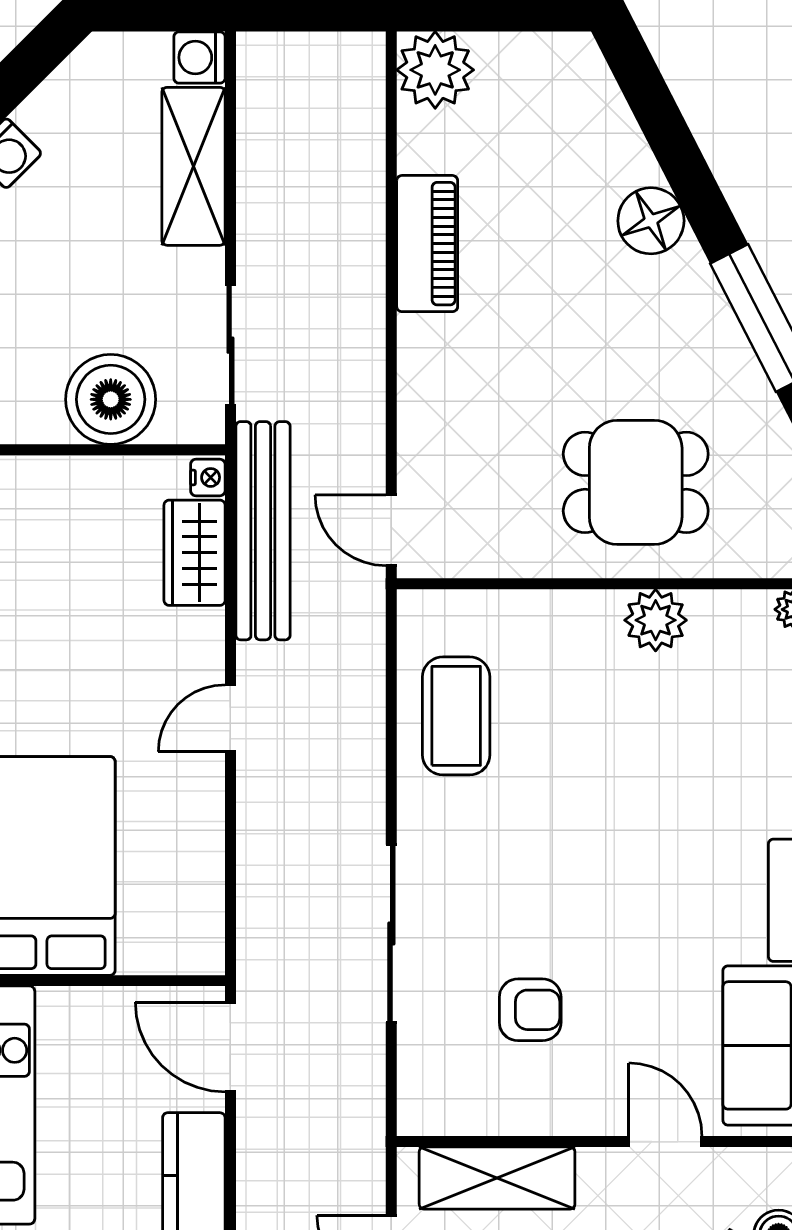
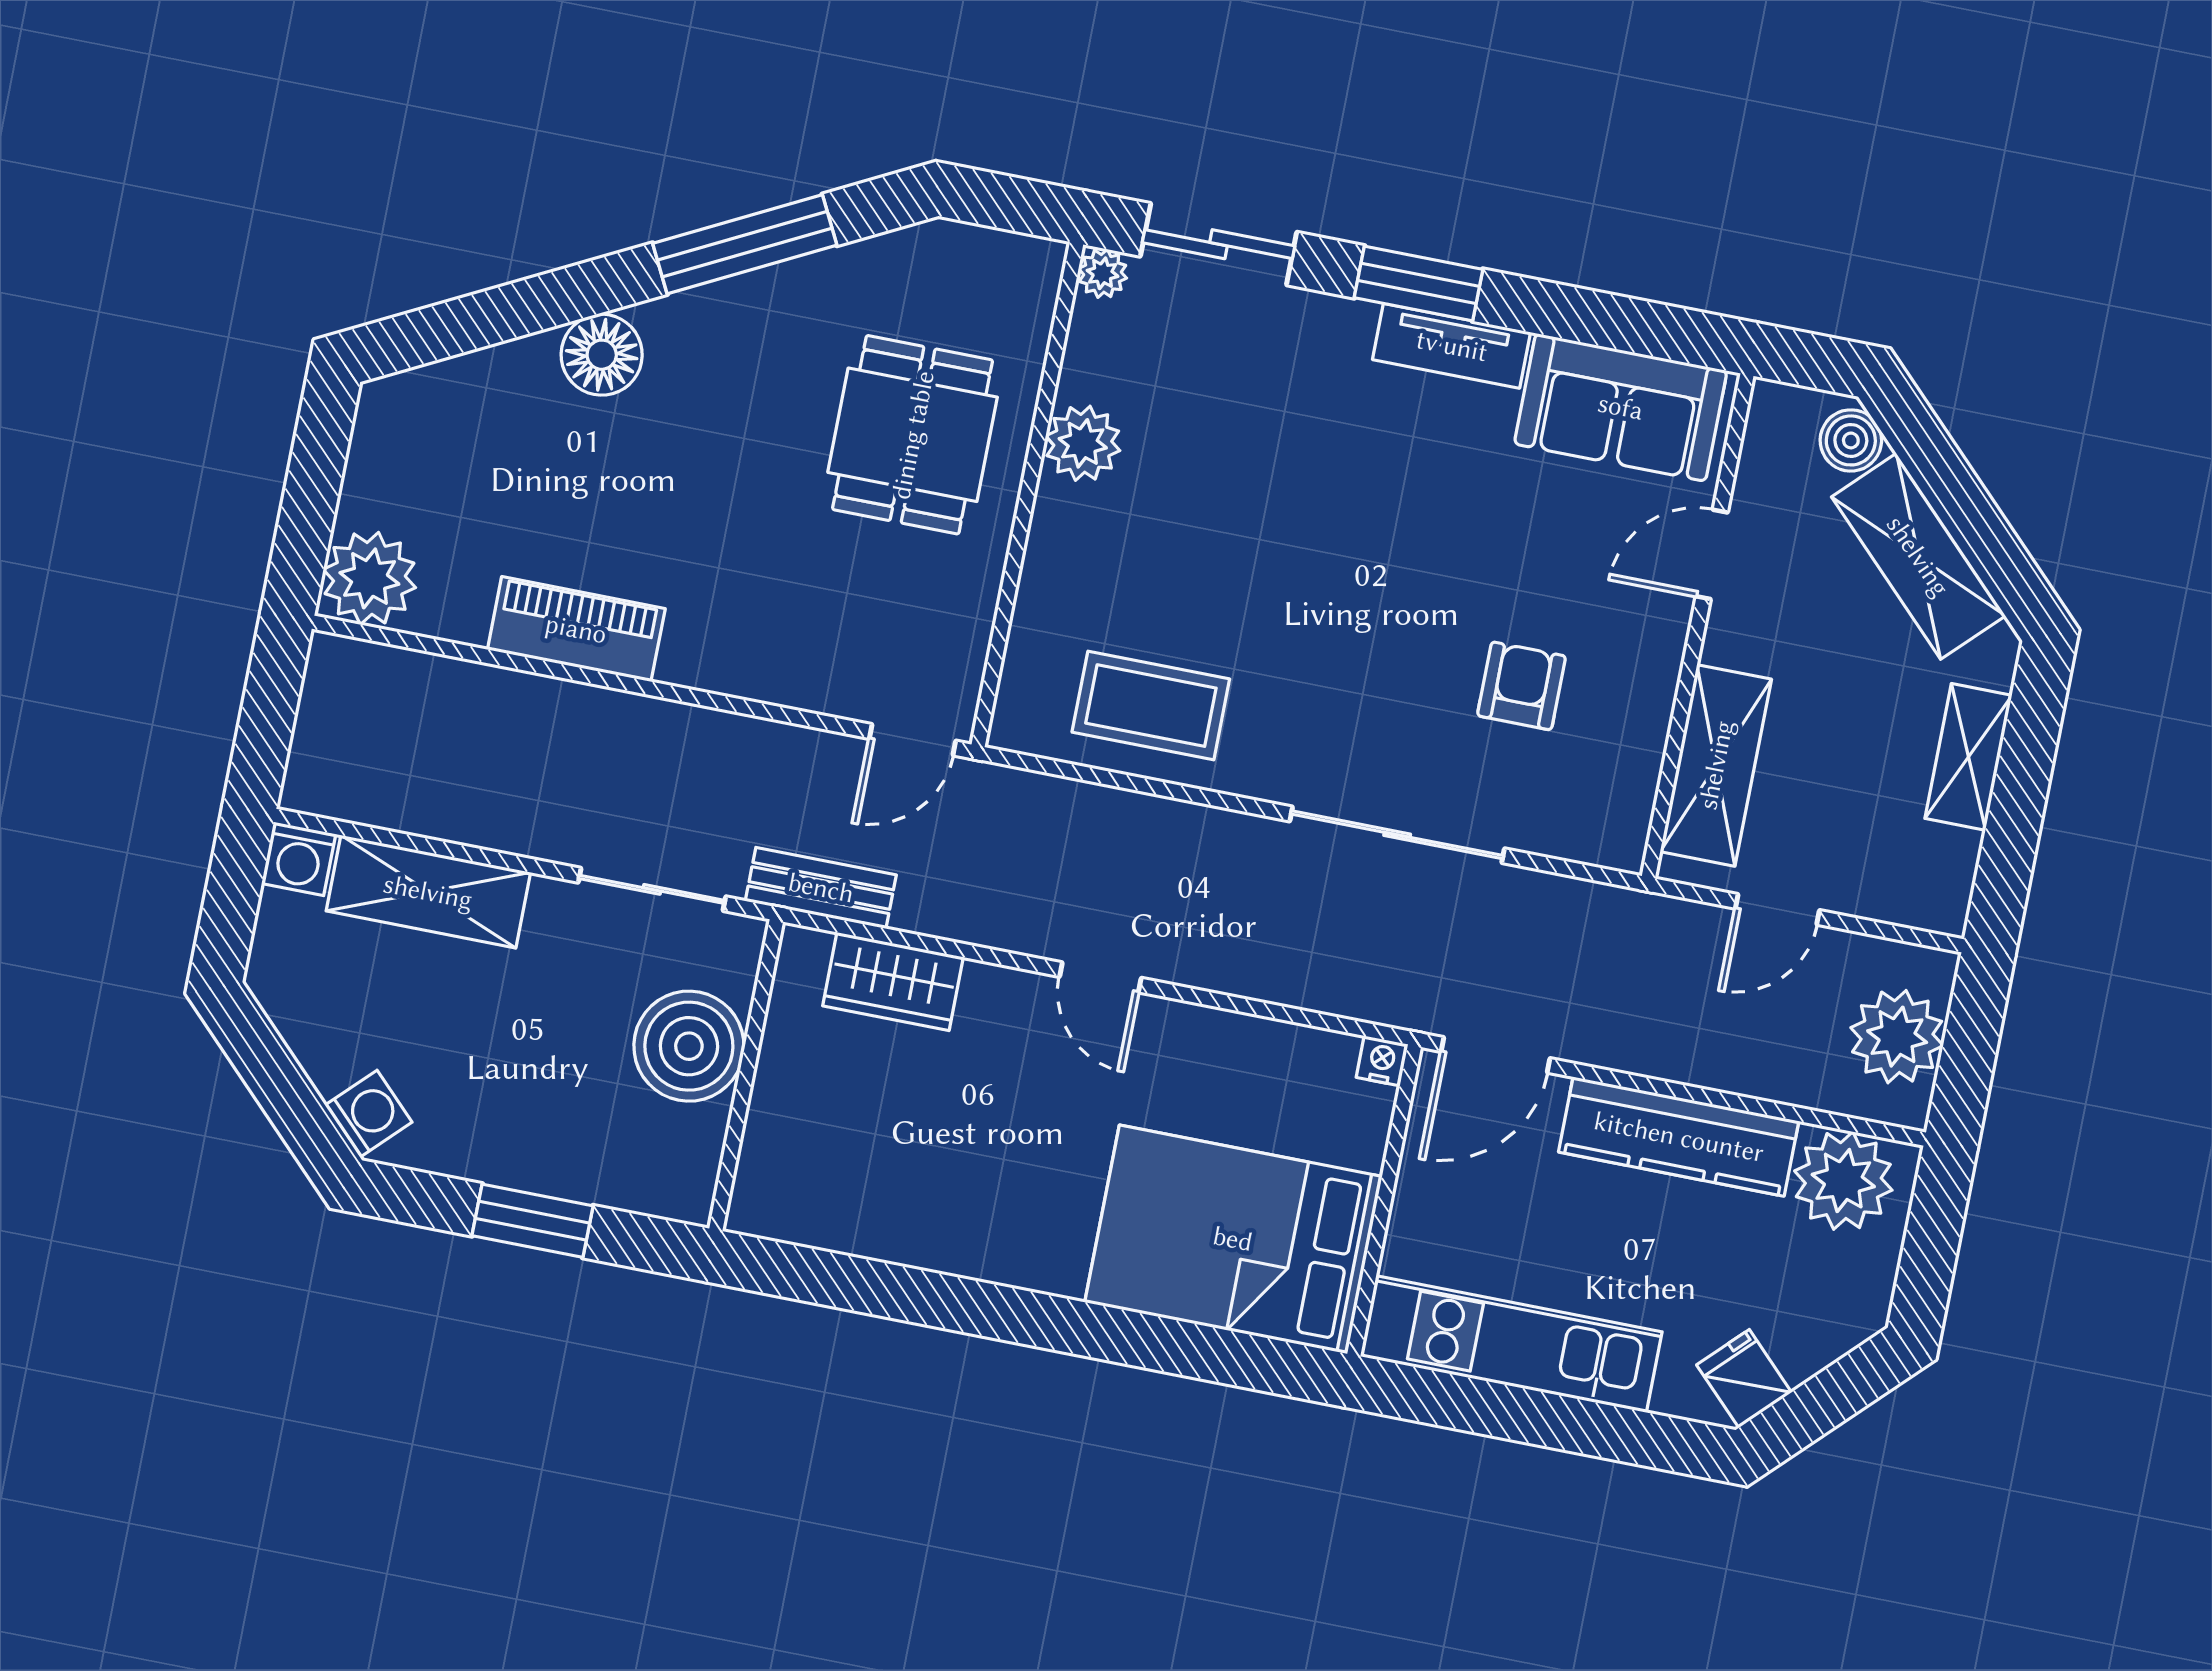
nightstand: (208, 477) -> (1382, 1061), moved
bench: (263, 531) -> (821, 888), width x0.54, depth x0.82

